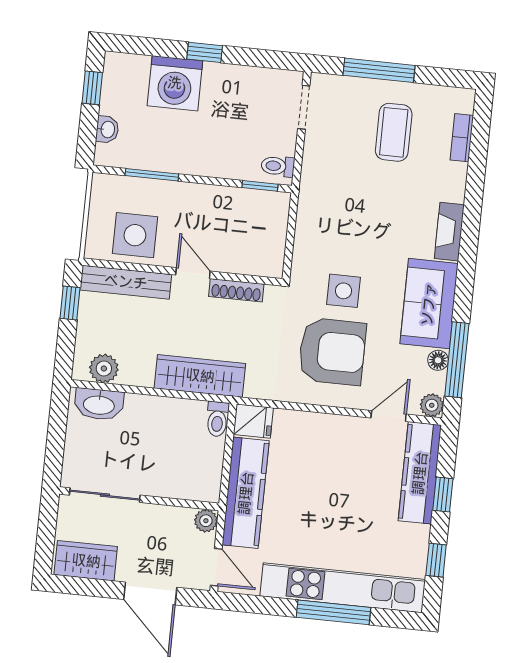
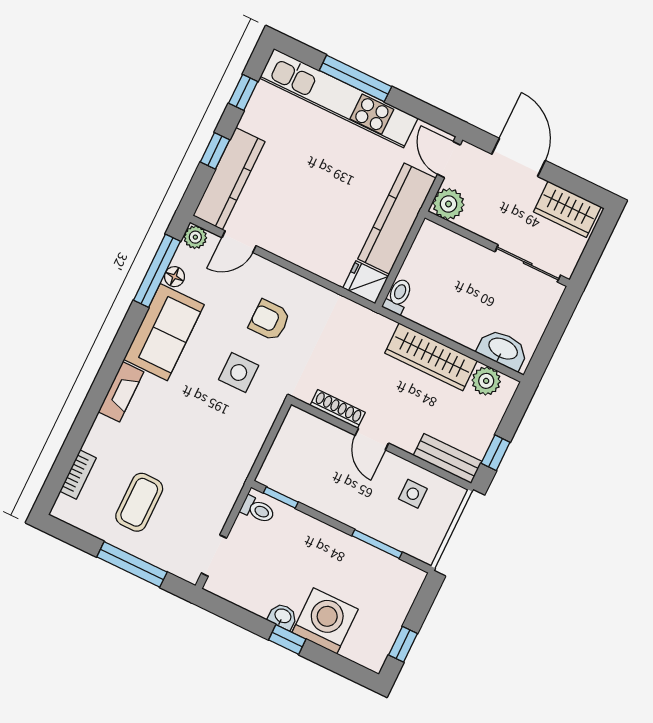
washbasin: (107, 129) -> (283, 616), moved, turned 90
side table: (135, 235) -> (413, 494), width x0.54, depth x0.54
bench: (126, 282) -> (448, 458), width x0.73
armchair: (332, 352) -> (269, 320), width x0.53, depth x0.53
wardrobe: (200, 376) -> (431, 357), moved
plant: (206, 521) -> (449, 204), width x1.38, depth x1.38

